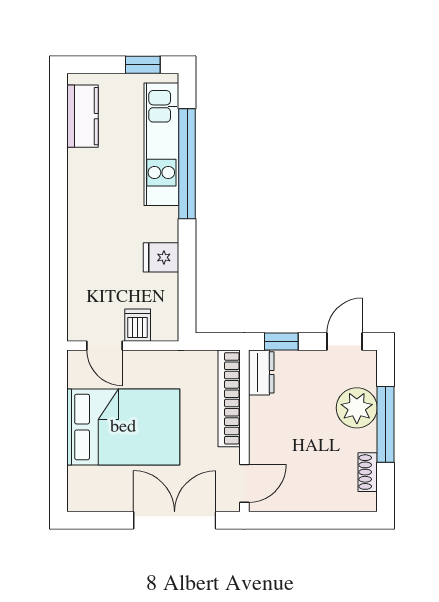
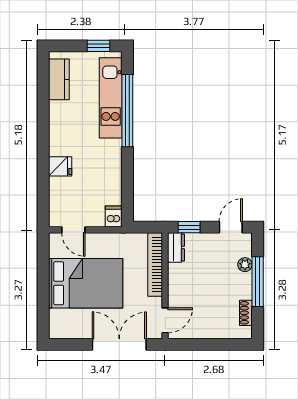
fridge: (161, 257) -> (60, 166), moved, turned 180
dishwasher: (138, 325) -> (114, 217), moved
plant: (357, 408) -> (245, 265), width x0.53, depth x0.53

